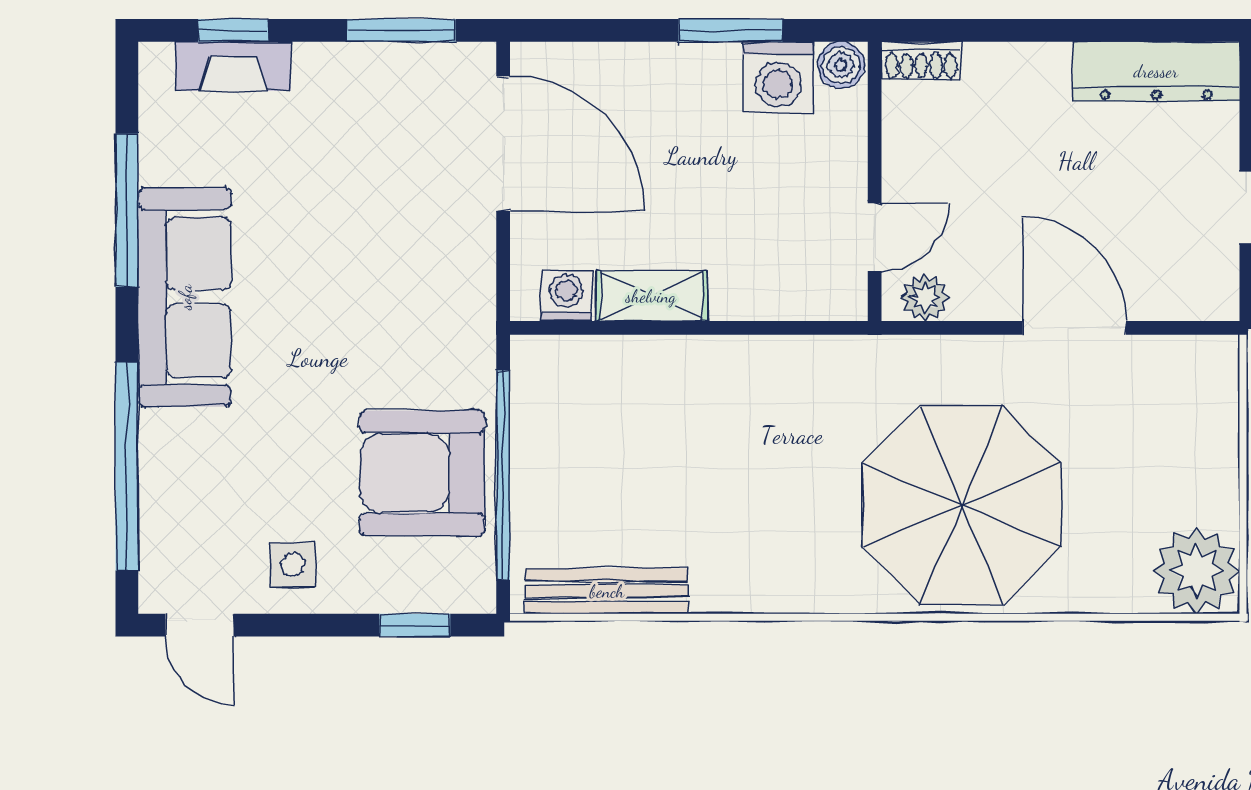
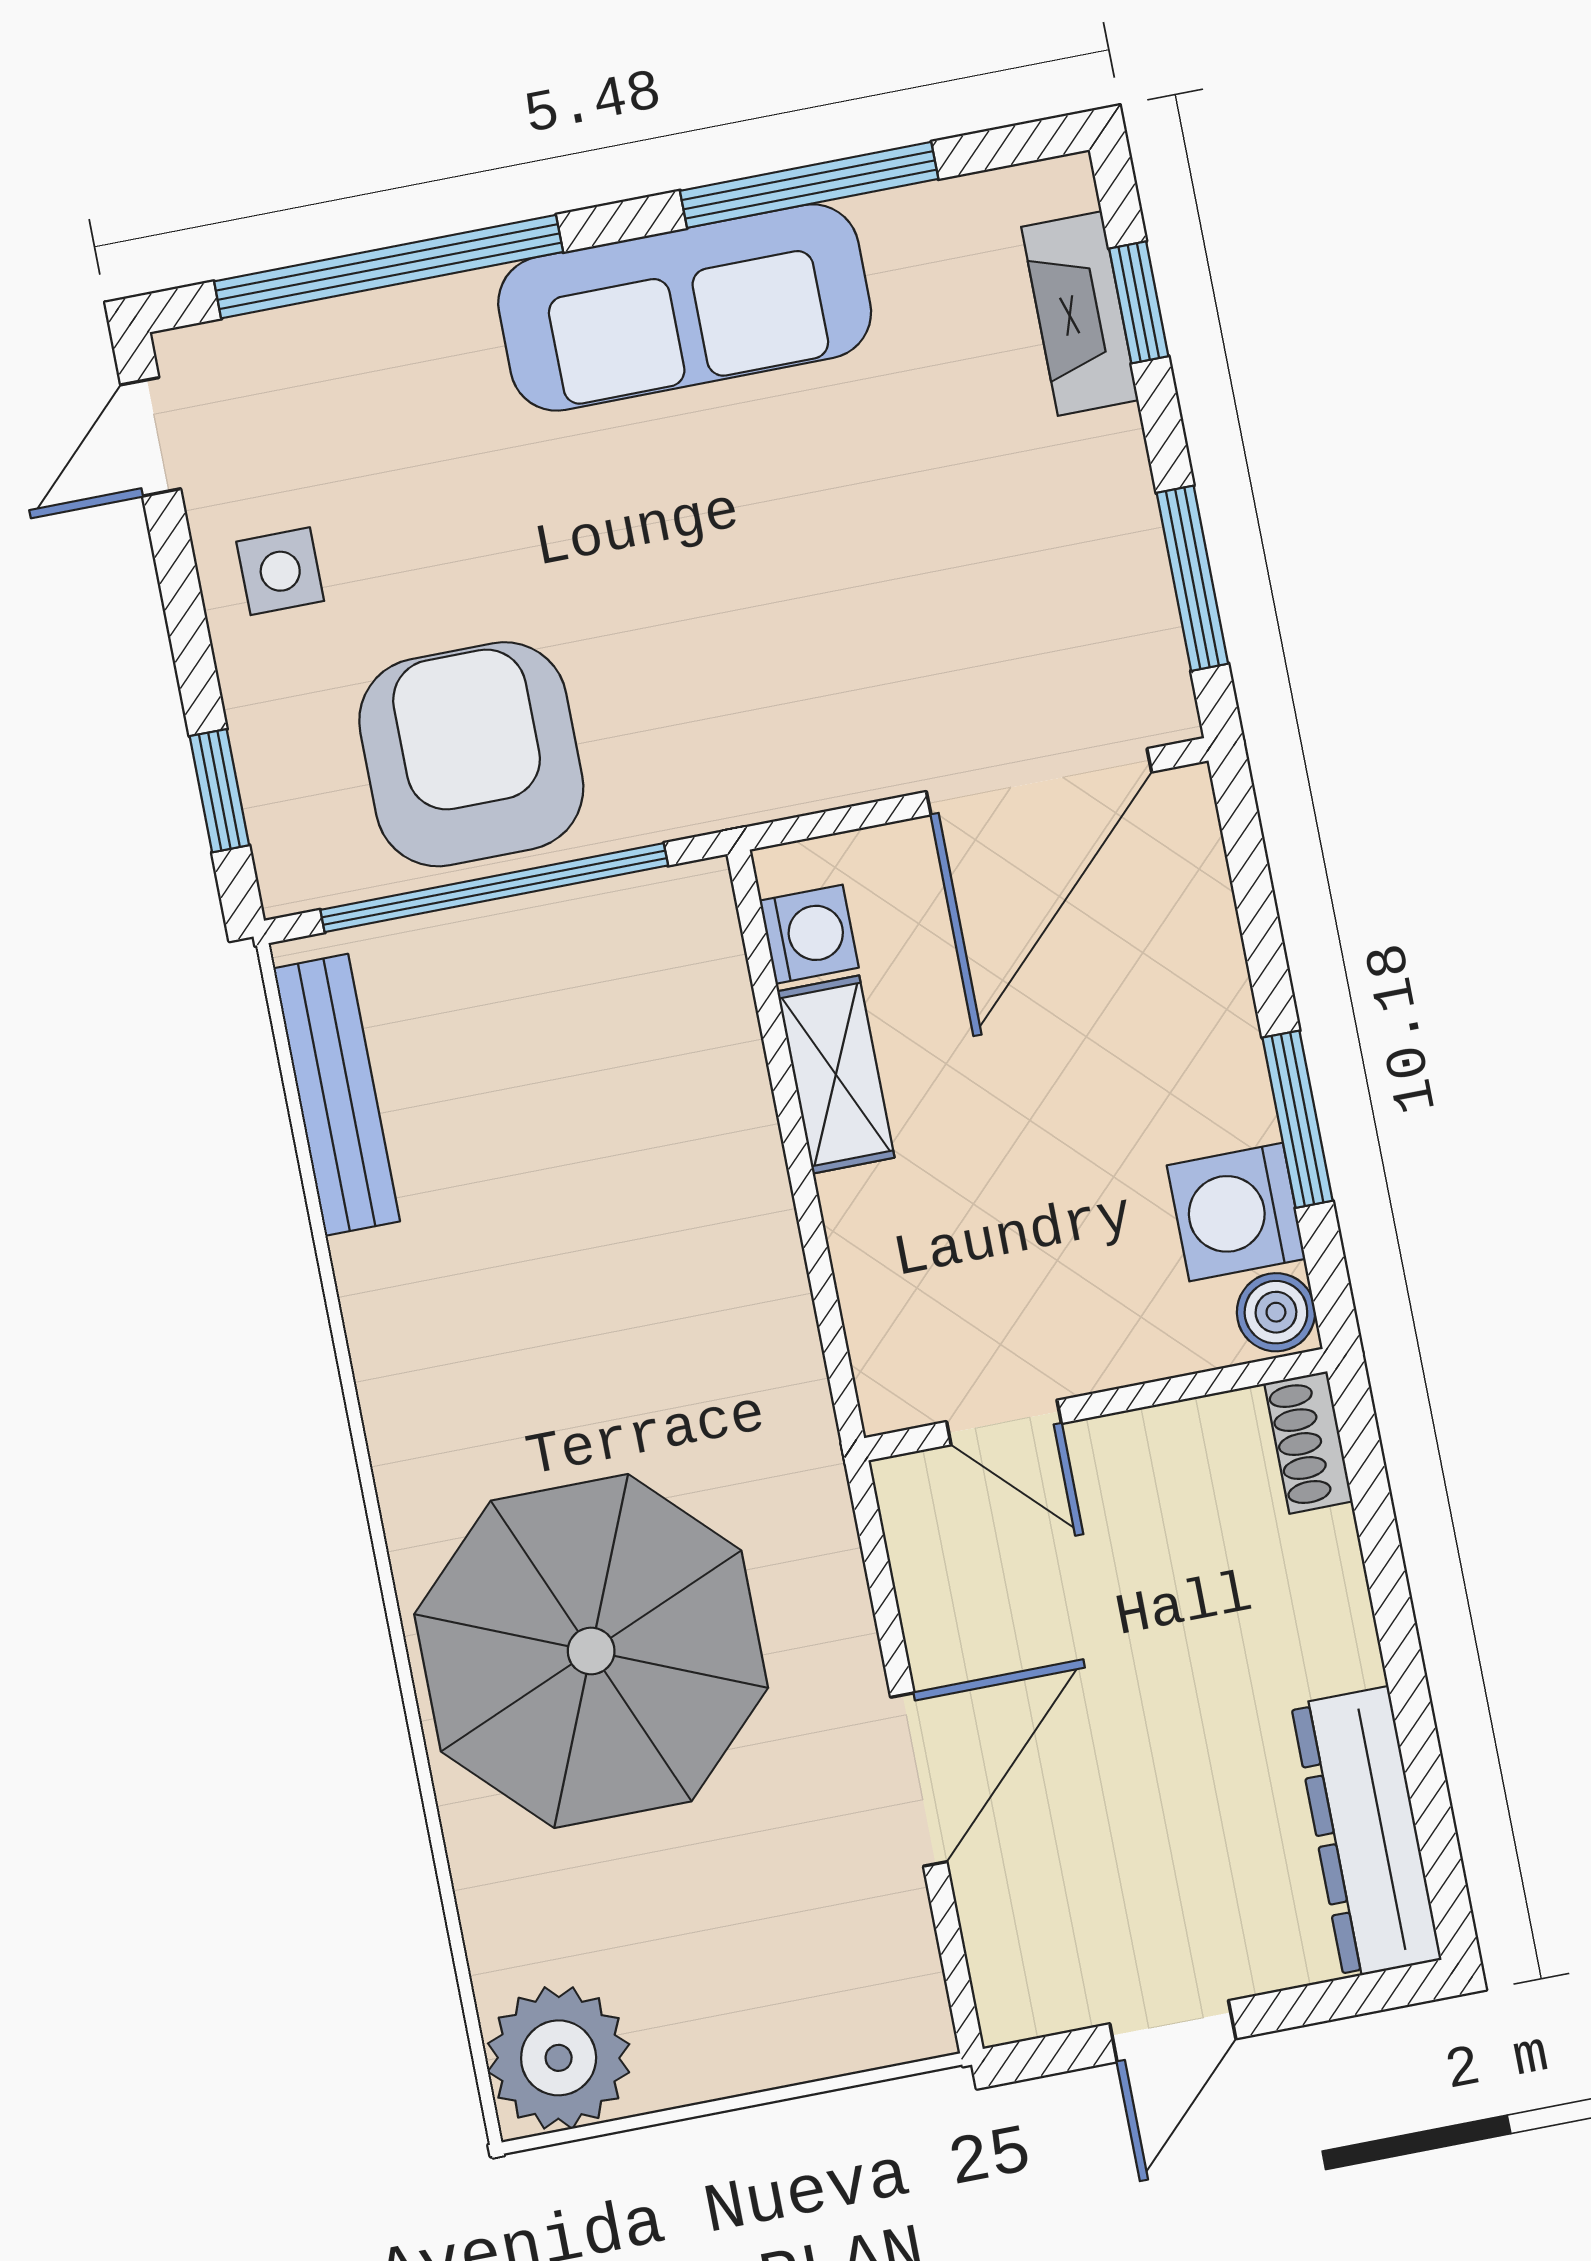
plant: (925, 298) -> (921, 1524), removed

